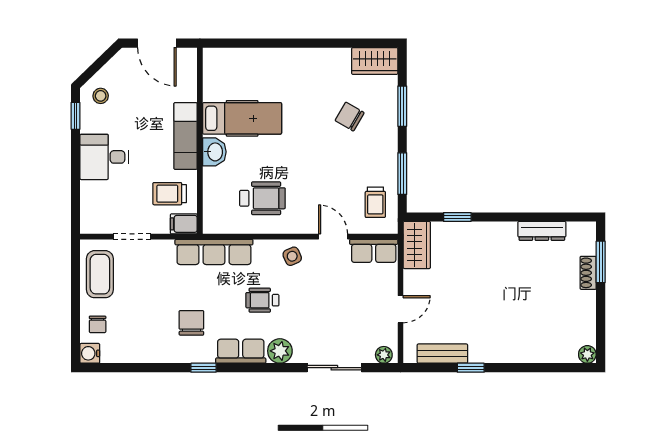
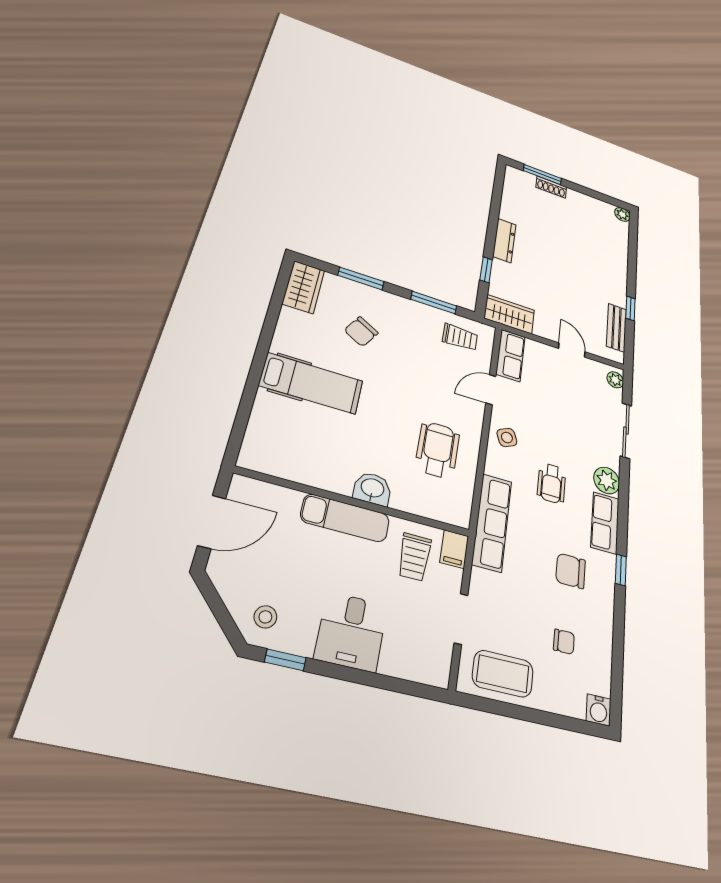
hospital bed: (242, 118) -> (311, 383), moved, turned 90
dresser: (542, 231) -> (504, 241), moved
chair: (98, 324) -> (564, 642), moved

